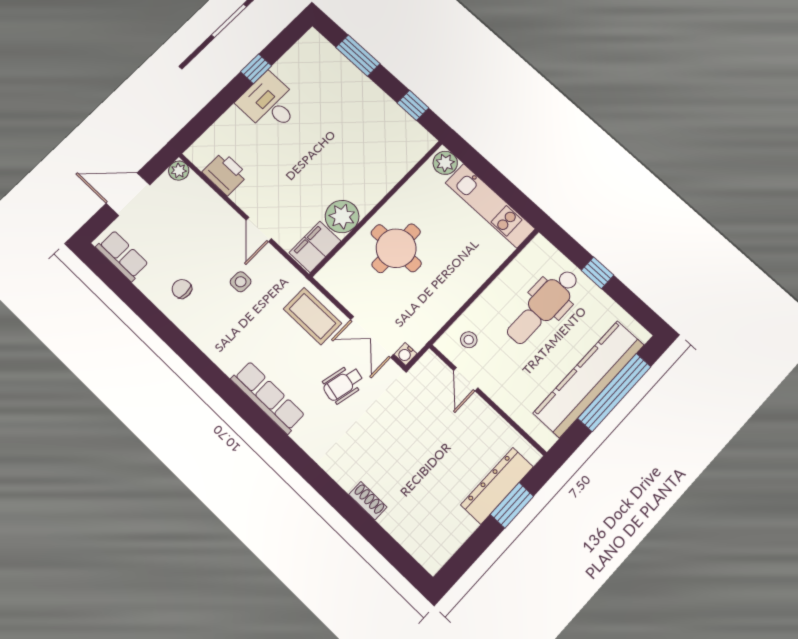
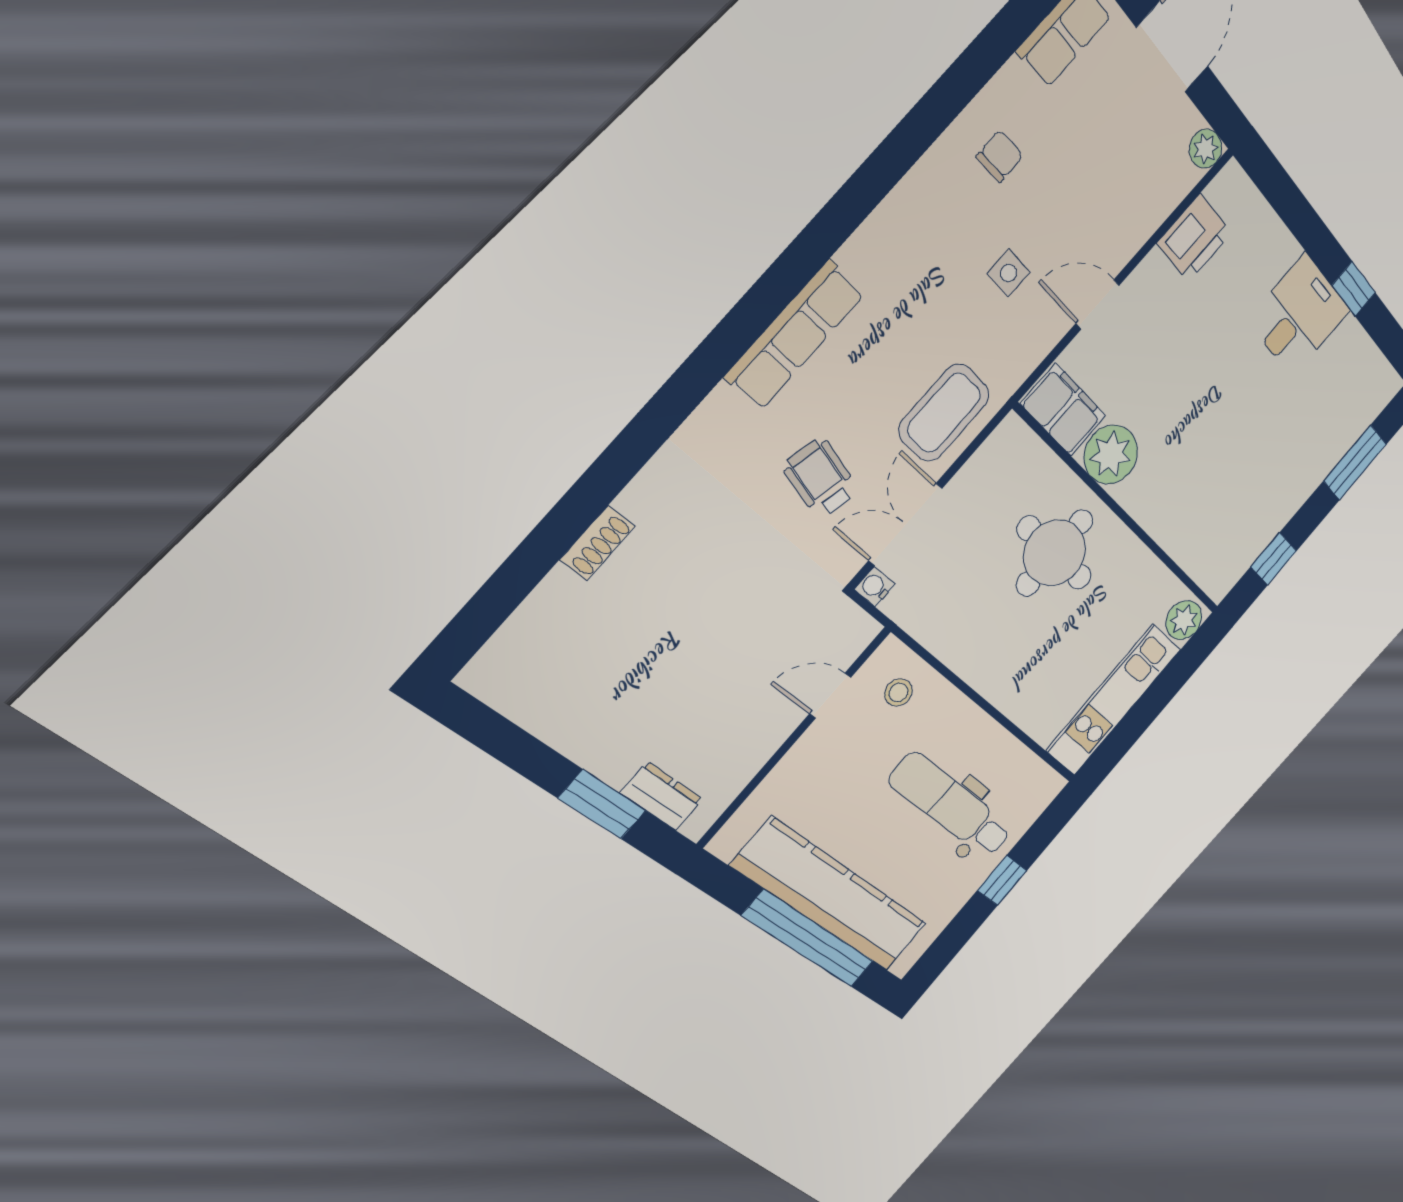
dresser: (497, 486) -> (662, 796), width x0.51, depth x0.80

